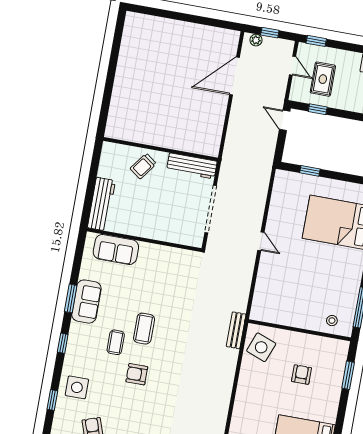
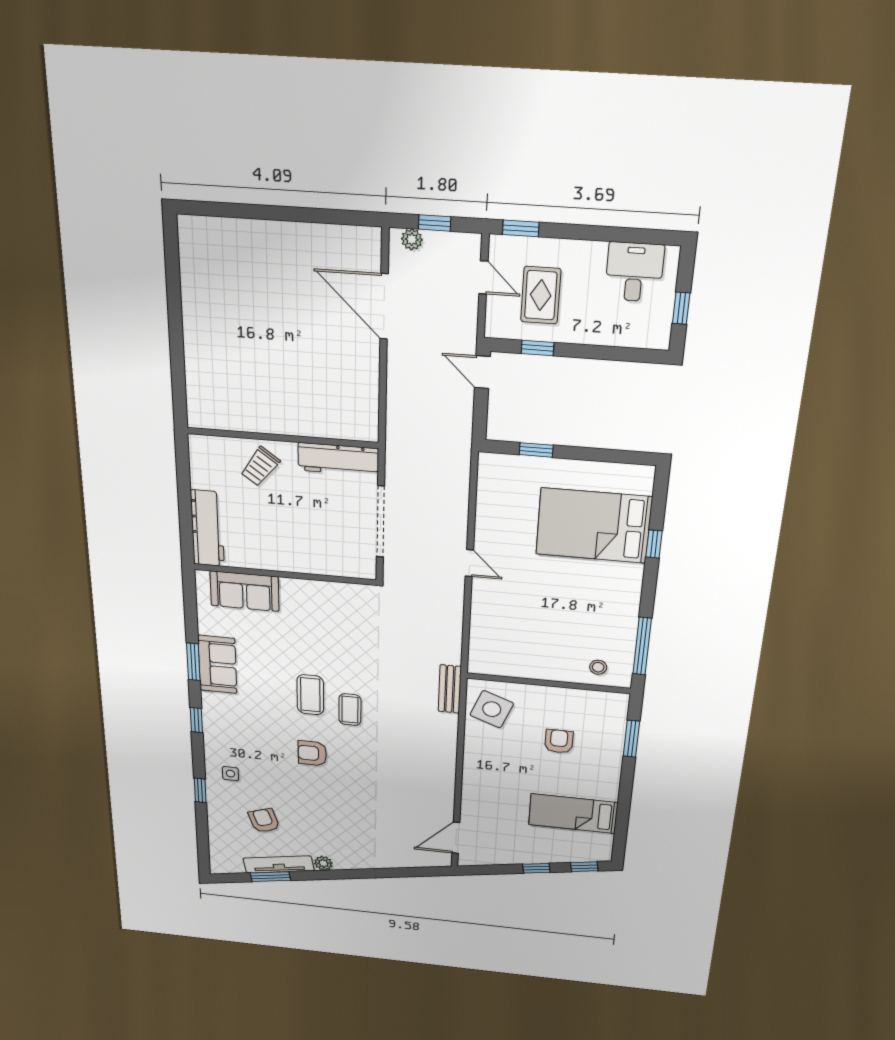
door: (234, 76) -> (384, 306), hinge flipped
coffee table: (116, 342) -> (350, 710), moved
side table: (77, 387) -> (230, 774), width x0.54, depth x0.54

